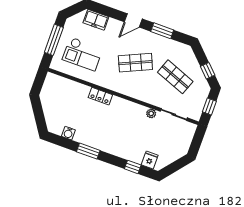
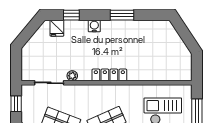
locker: (100, 96) -> (109, 75), moved, width x1.53
water cooler: (68, 133) -> (94, 26), moved

